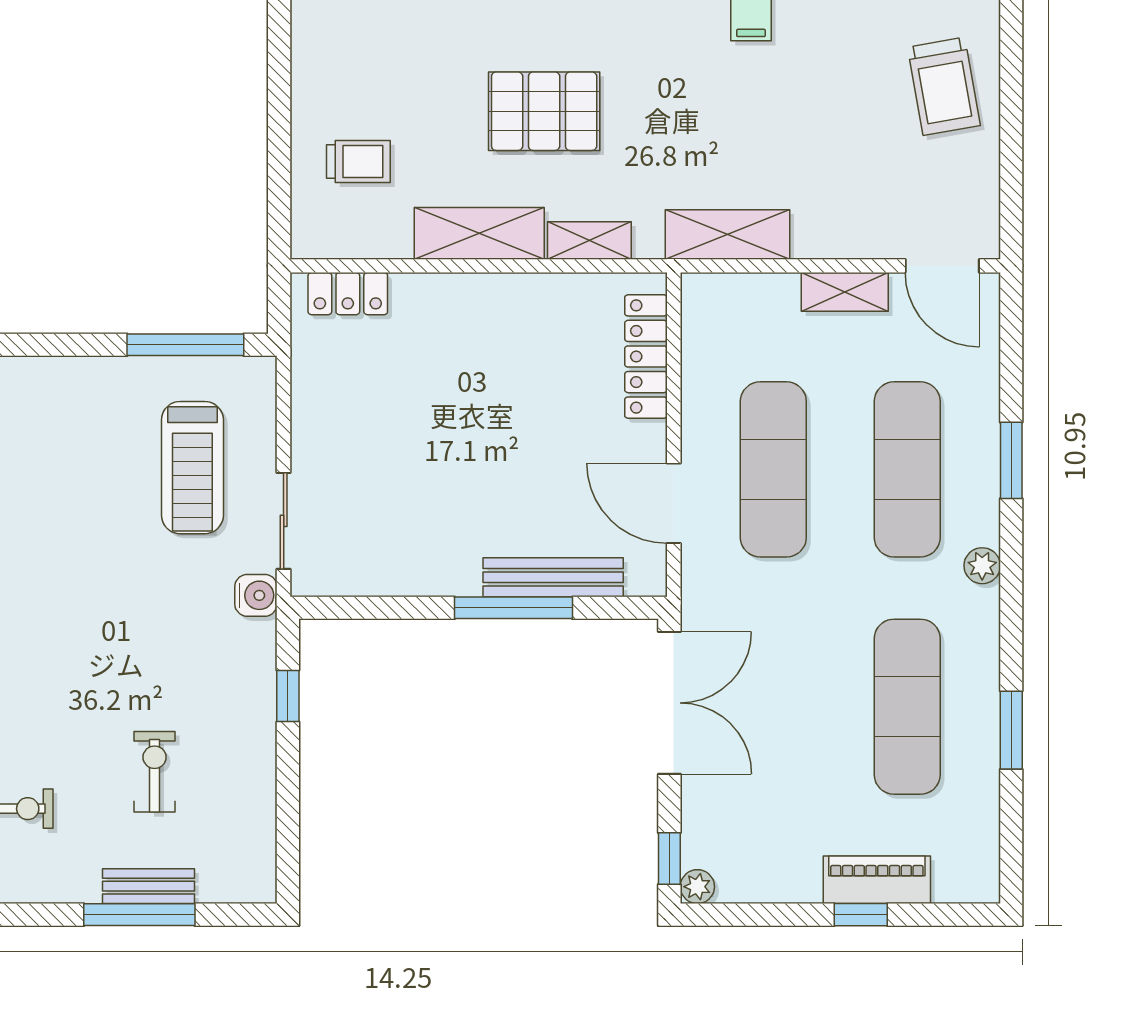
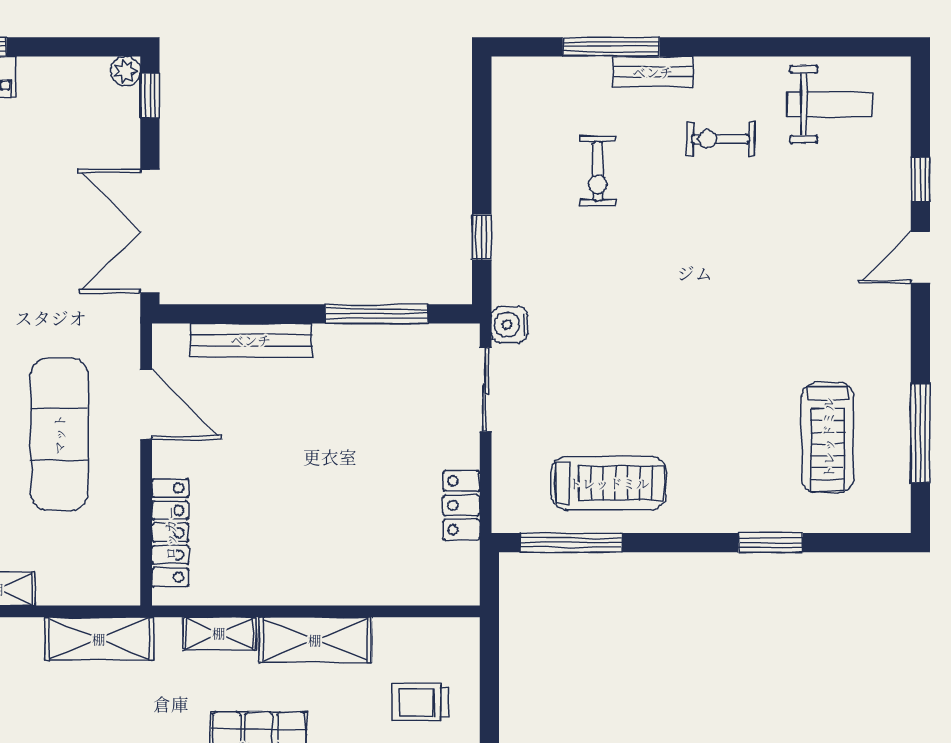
locker: (348, 294) -> (461, 505), moved, turned -90
treadmill: (192, 468) -> (609, 483), moved, turned 90
window: (513, 608) -> (377, 314), moved
bench: (148, 886) -> (653, 72), moved

